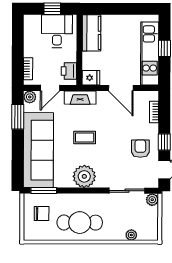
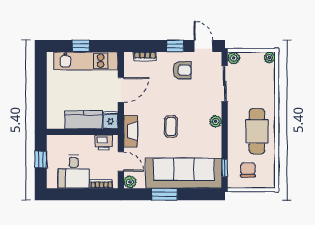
desk: (57, 31) -> (74, 172), moved, turned -90
kitchen counter: (91, 33) -> (83, 120), moved
window: (18, 117) -> (165, 194), moved
armchair: (140, 149) -> (182, 70), turned 180
plant: (84, 176) -> (216, 121), width x0.53, depth x0.53
window: (44, 191) -> (225, 168), width x0.67
plant: (131, 235) -> (269, 57), moved

